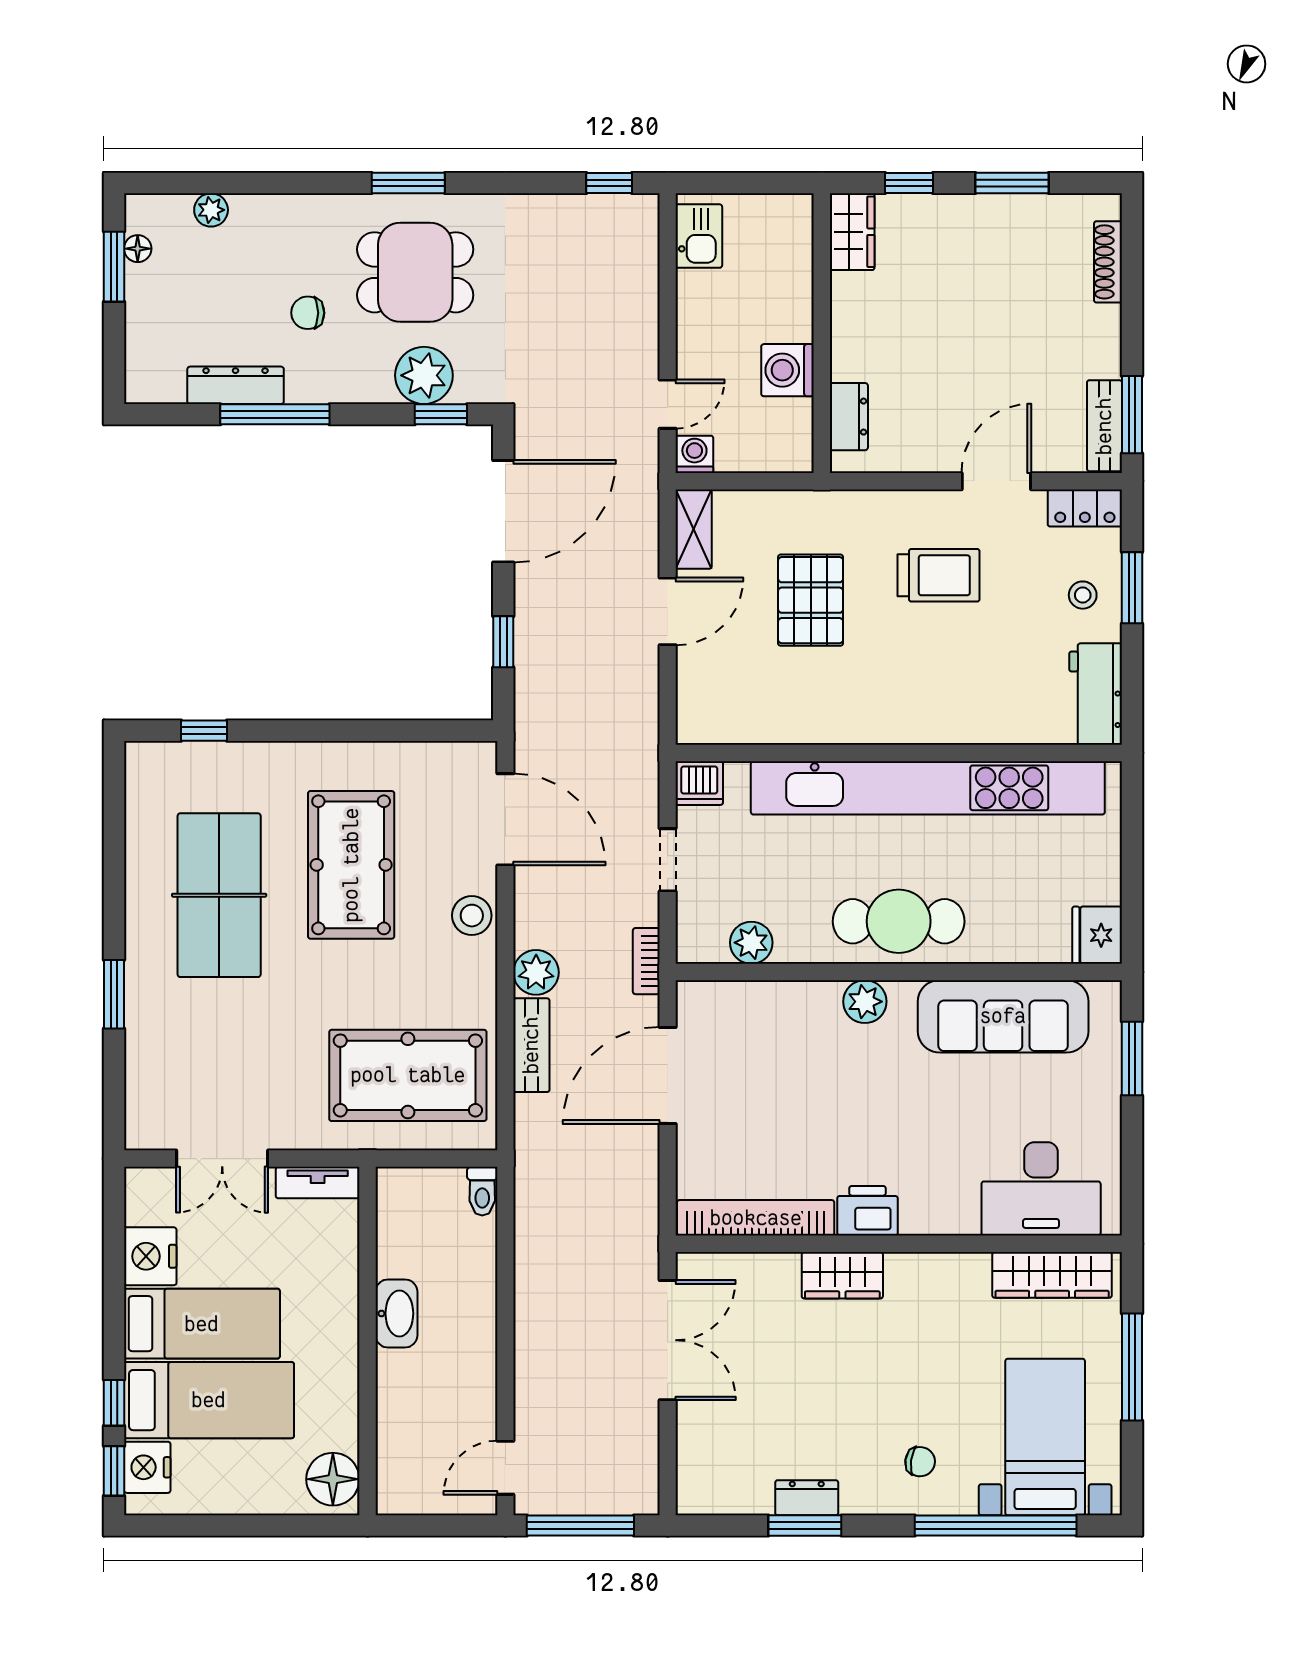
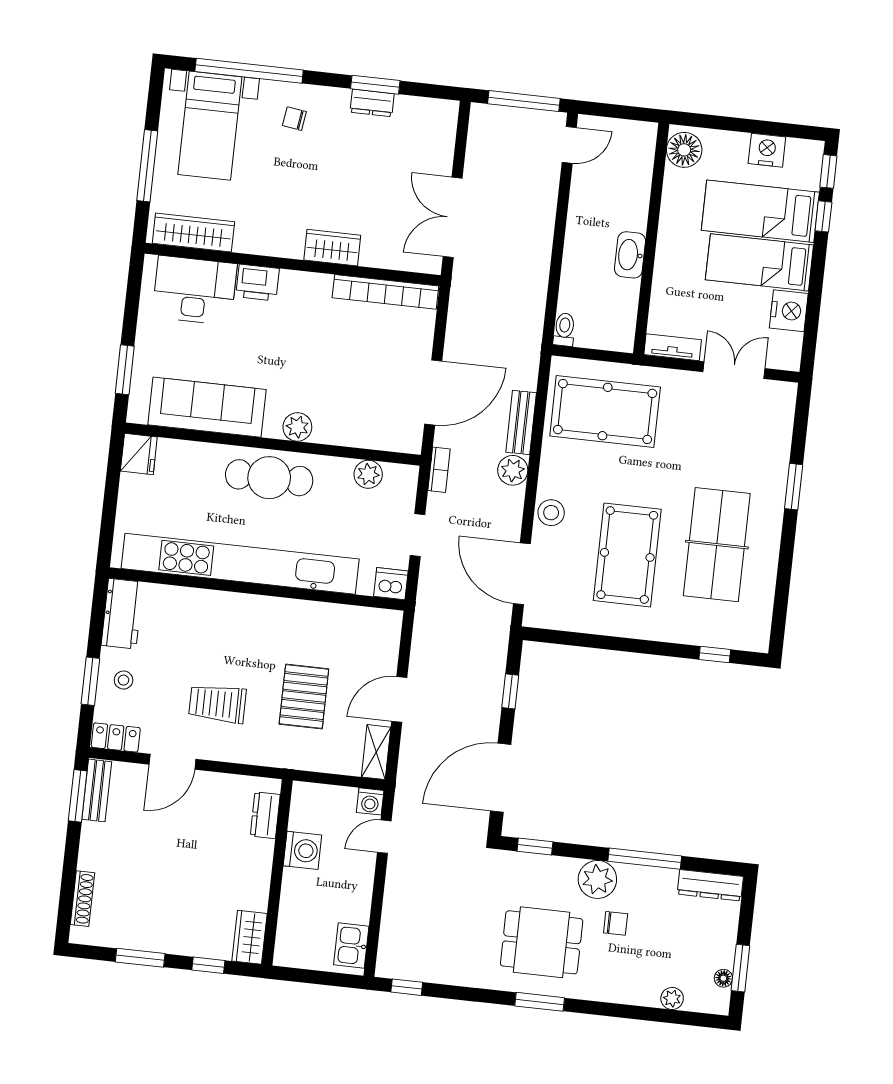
plant: (424, 375) -> (597, 879), moved
dresser: (236, 385) -> (710, 885), moved
printer: (868, 1211) -> (258, 283), moved
nightstand: (147, 1467) -> (767, 150), moved, turned -90

